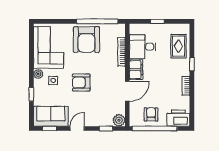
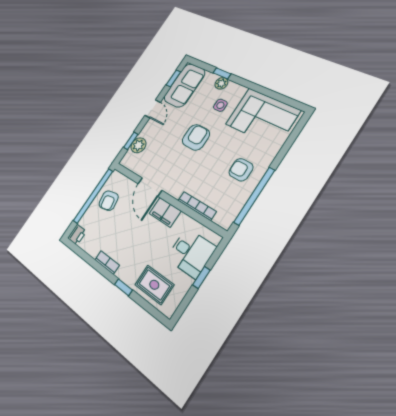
armchair: (86, 39) -> (241, 170), width x0.53, depth x0.53
desk: (143, 47) -> (191, 253), moved, turned 90
plant: (38, 74) -> (221, 83), moved
armchair: (151, 114) -> (109, 201), turned 79
printer: (178, 118) -> (77, 235), width x0.53, depth x0.68
plant: (119, 120) -> (138, 145), moved

